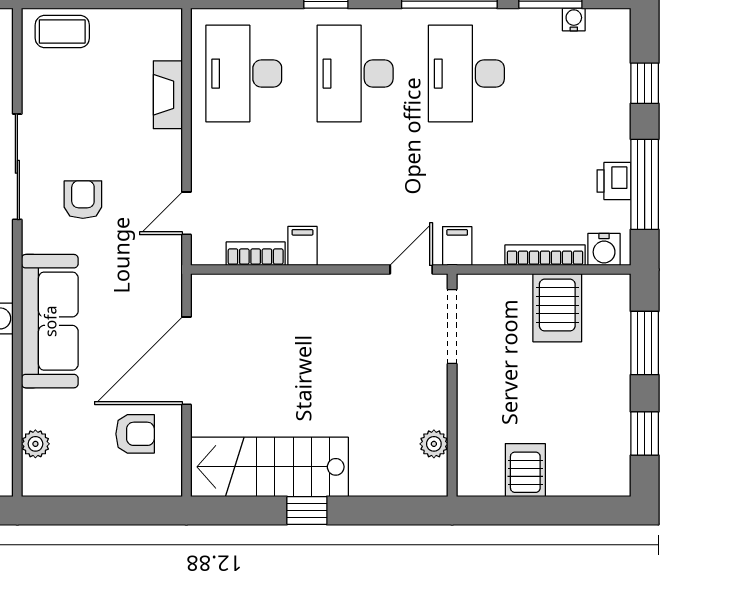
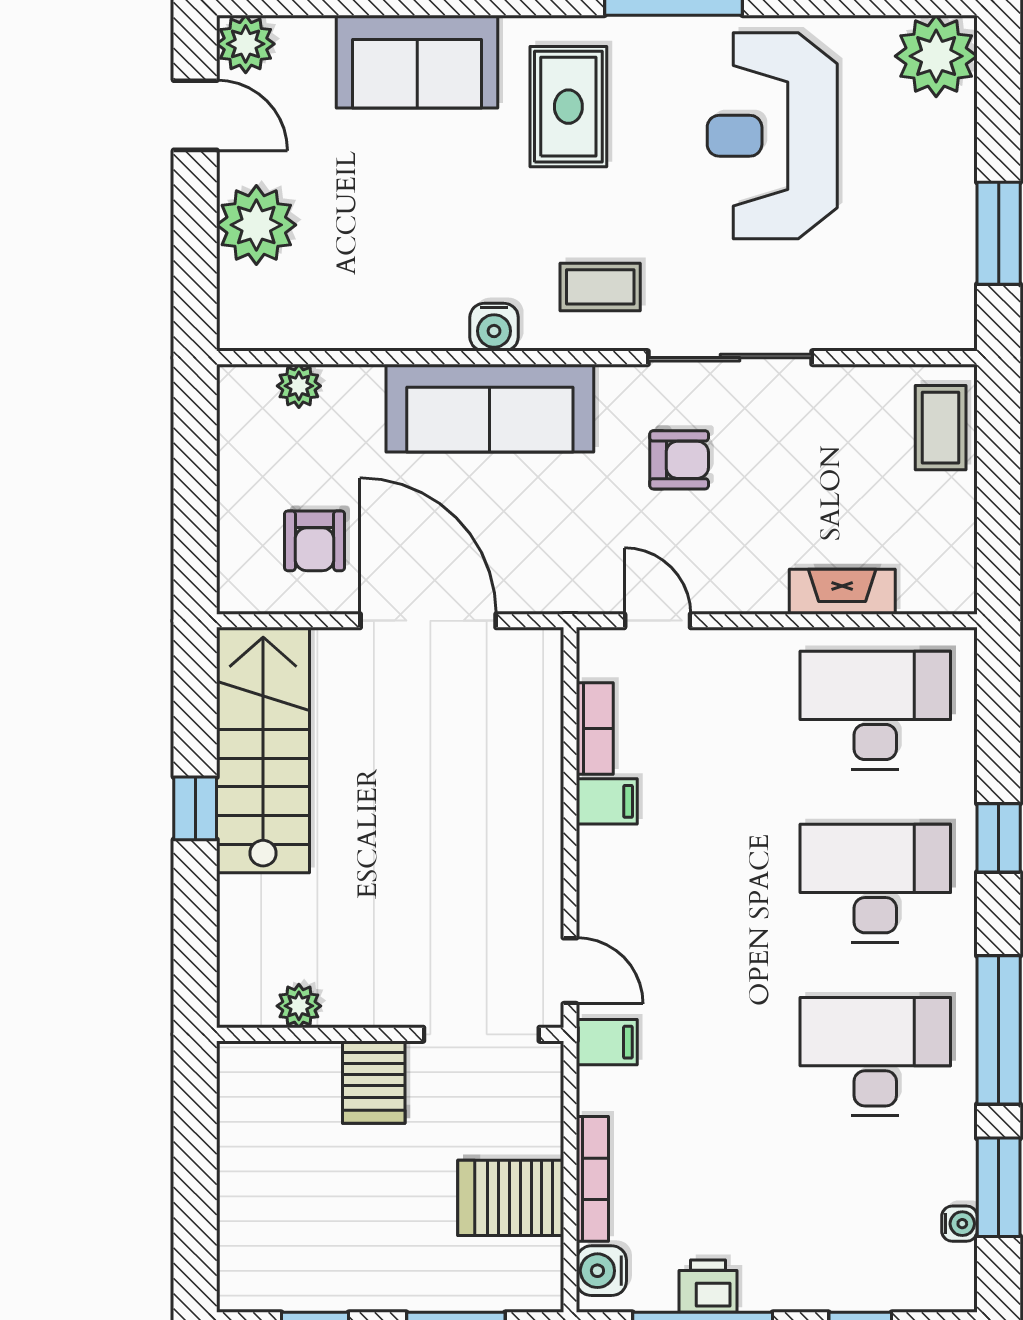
server rack: (525, 470) -> (374, 1082), moved, turned 90

